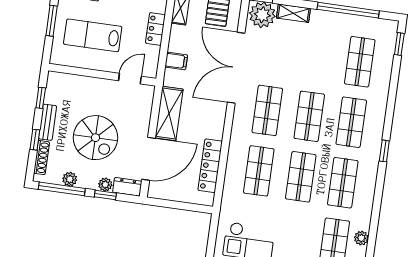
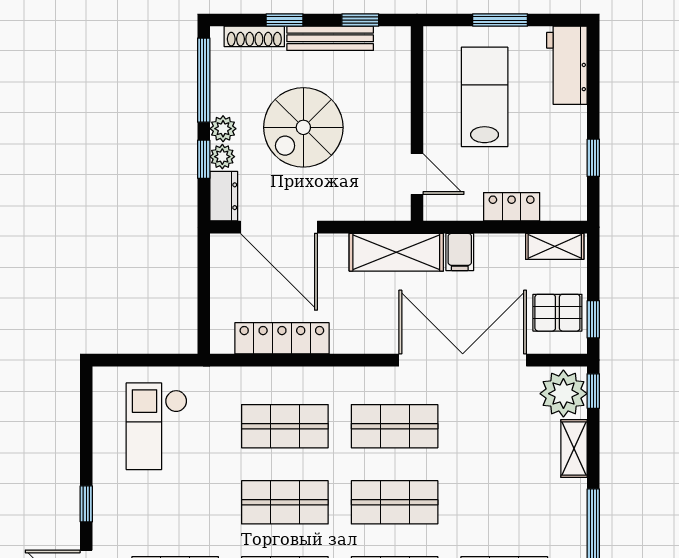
shelving: (169, 114) -> (396, 252), moved
bench: (48, 122) -> (330, 38), width x1.36
plant: (70, 179) -> (223, 129), moved

